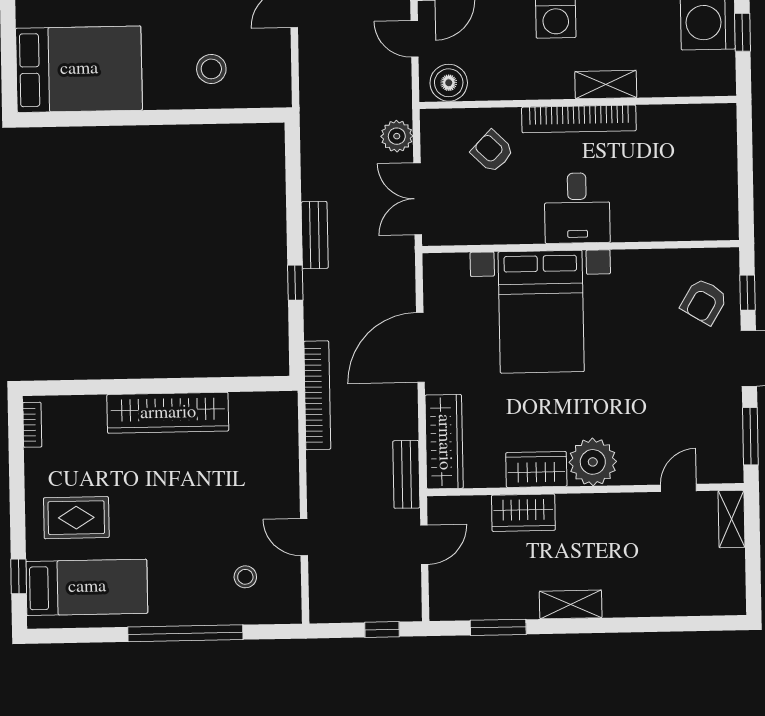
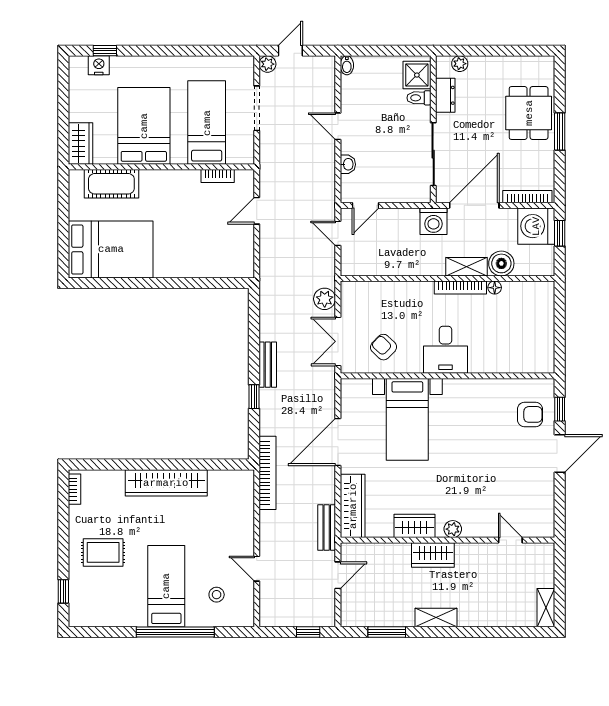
stool: (211, 69) -> (200, 251), removed
boiler: (449, 83) -> (501, 263), moved
floor lamp: (648, 115) -> (495, 288), added
bookcase: (579, 119) -> (460, 288), width x0.68, depth x0.76
armchair: (492, 151) -> (383, 347), moved
armchair: (704, 301) -> (530, 414), turned -121
bed with nightstands: (541, 312) -> (407, 419), width x0.73
window: (750, 436) -> (560, 506), removed
plant: (593, 462) -> (453, 529), width x0.53, depth x0.53
door: (679, 488) -> (510, 540), hinge flipped
wardrobe: (523, 513) -> (433, 555), moved
shelving: (732, 519) -> (546, 608), moved
bed: (87, 587) -> (166, 586), moved, turned -90

